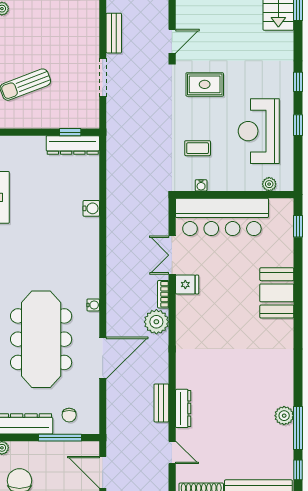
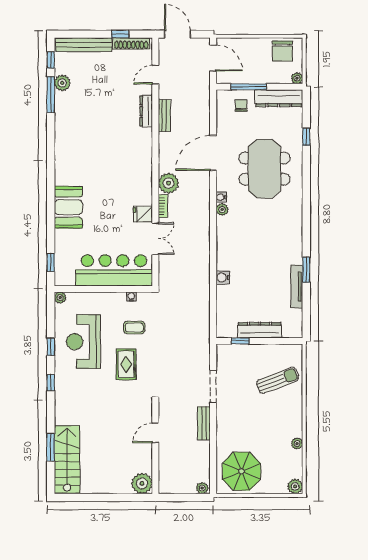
door: (172, 41) -> (155, 433), moved
rug: (205, 84) -> (126, 364), moved, turned 90
reception desk: (259, 131) -> (83, 342), turned 180
dresser: (73, 145) -> (260, 330), moved
plant: (269, 184) -> (60, 298), moved
plant: (92, 290) -> (222, 209), added
meeting table: (41, 339) -> (264, 169), width x0.73
plant: (284, 416) -> (62, 83), moved
door: (172, 452) -> (155, 74), hinge flipped

